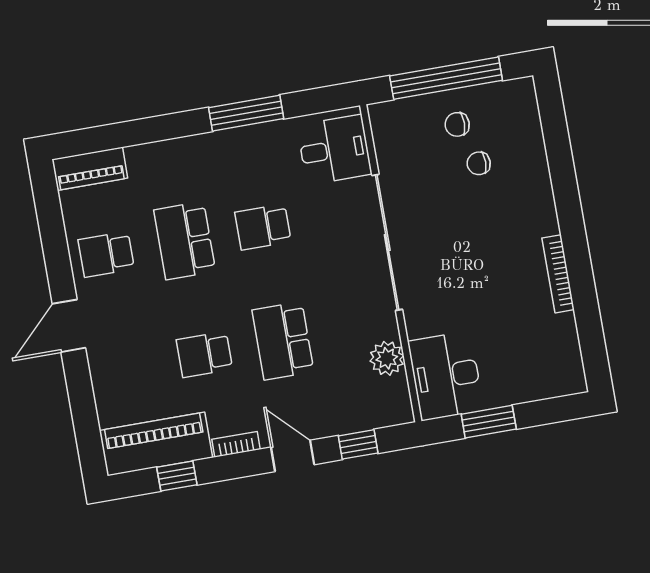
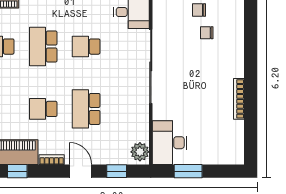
plant: (387, 358) -> (140, 152), moved

